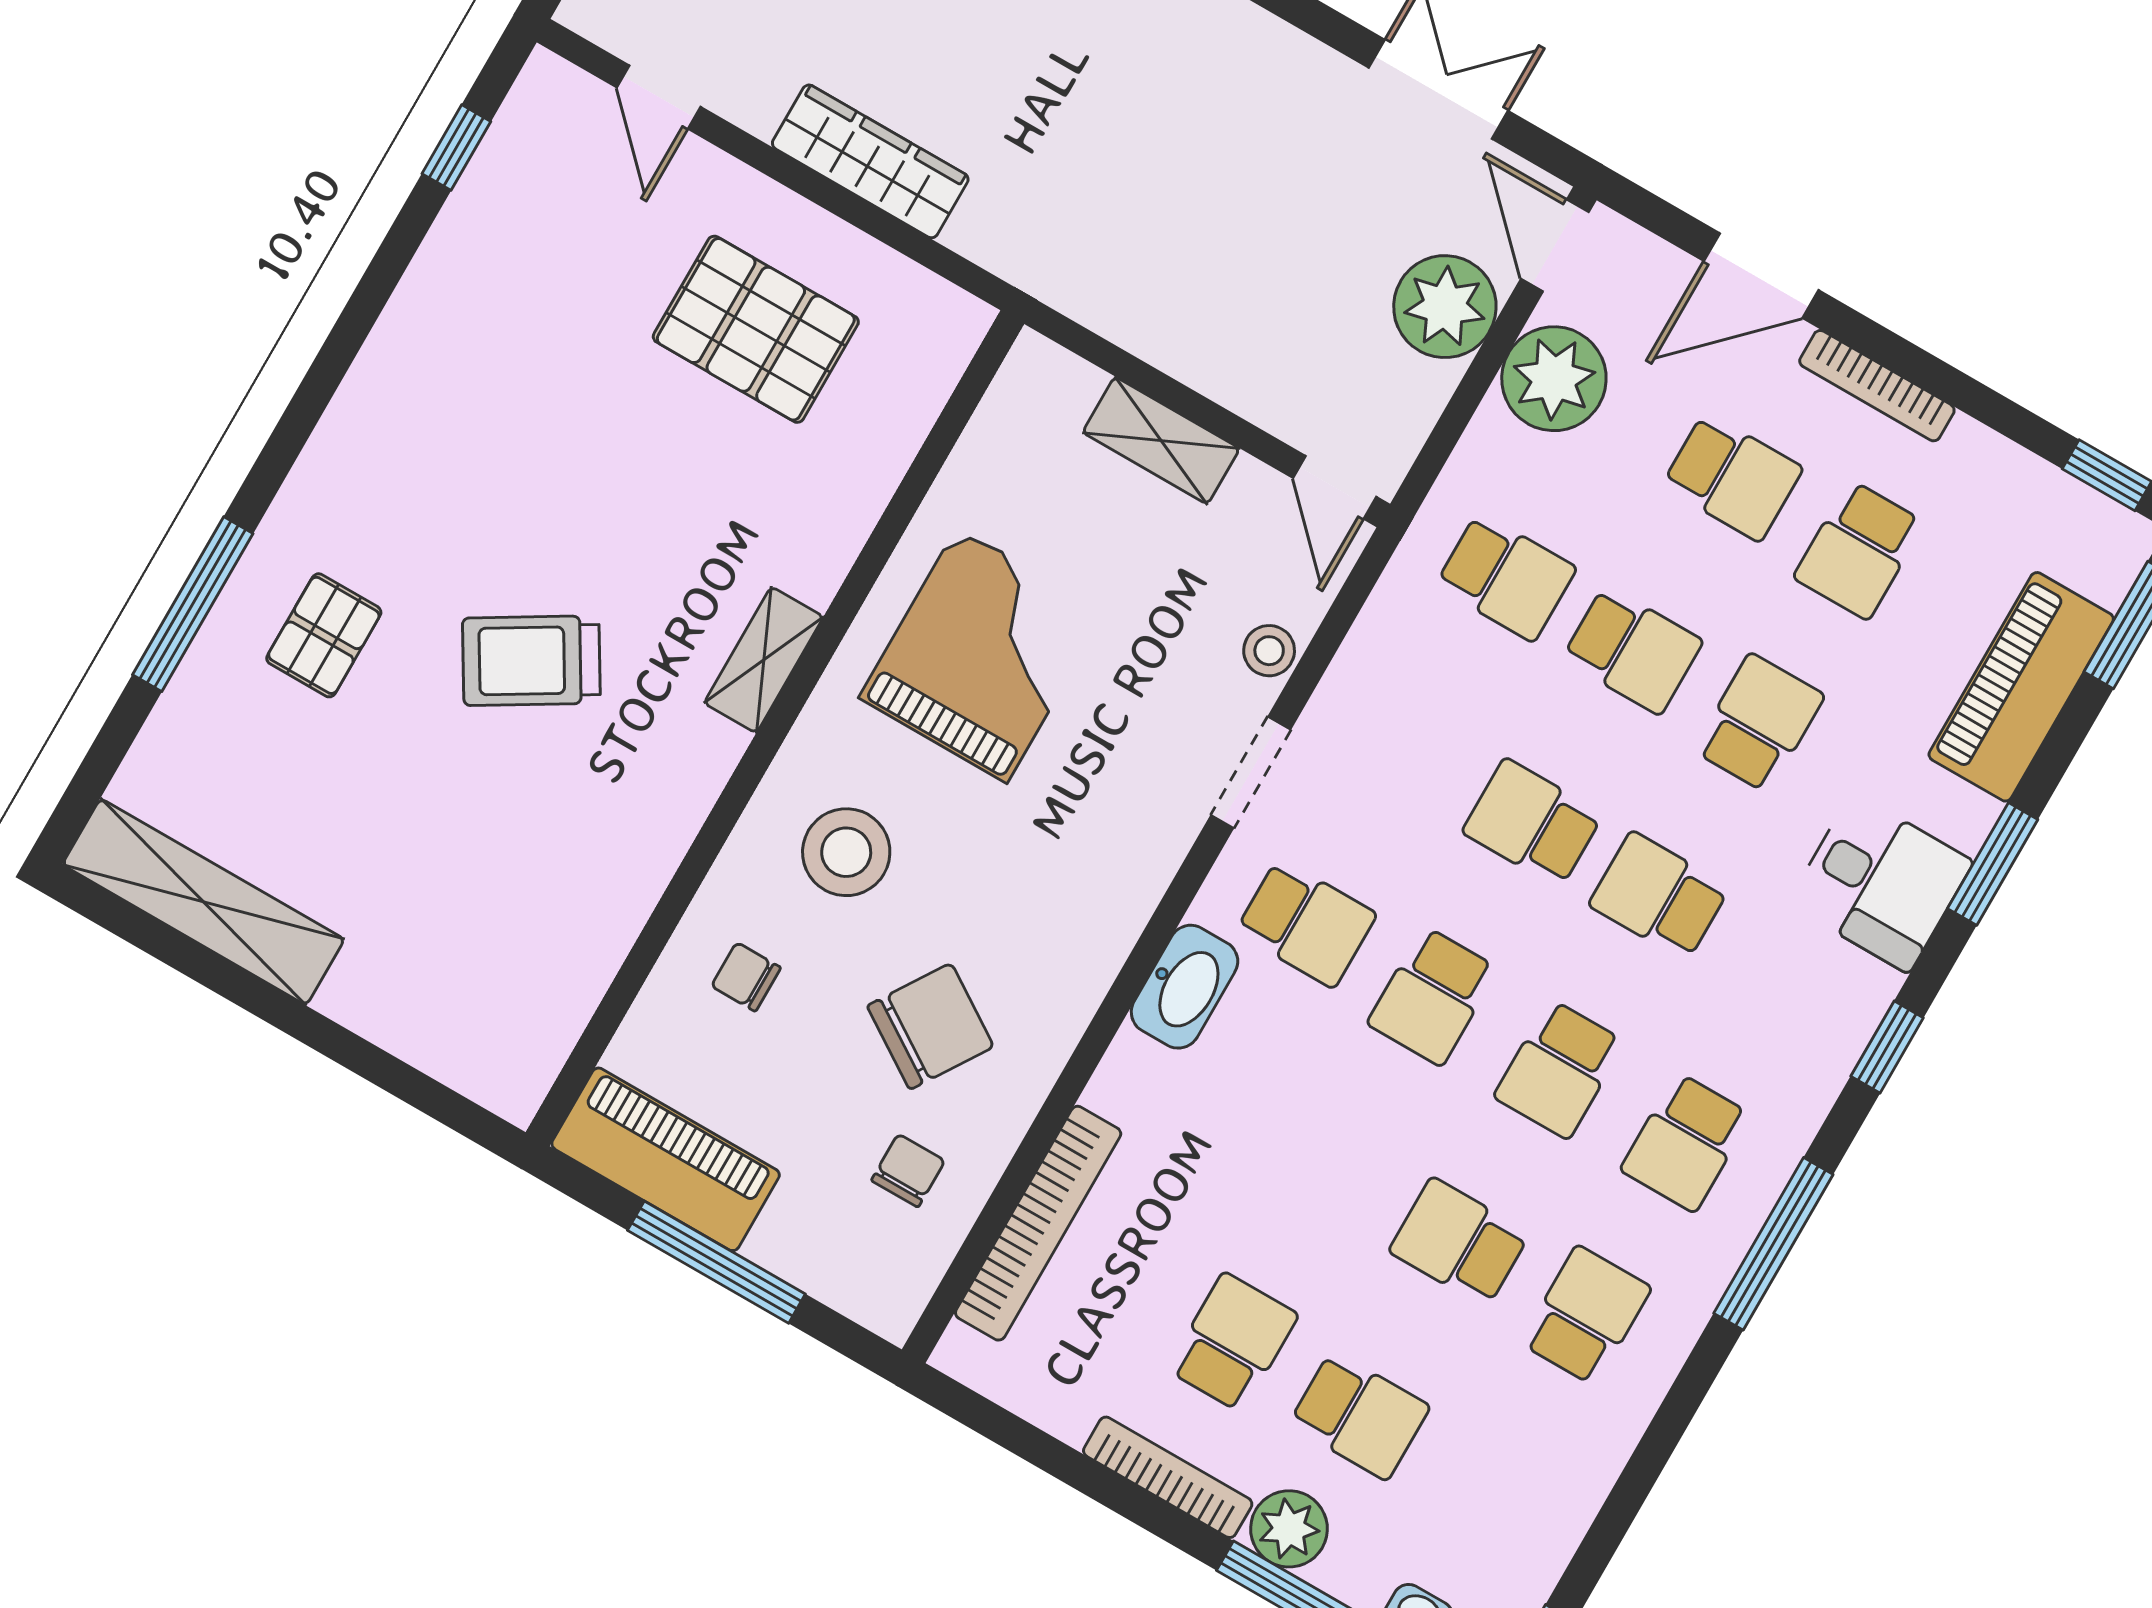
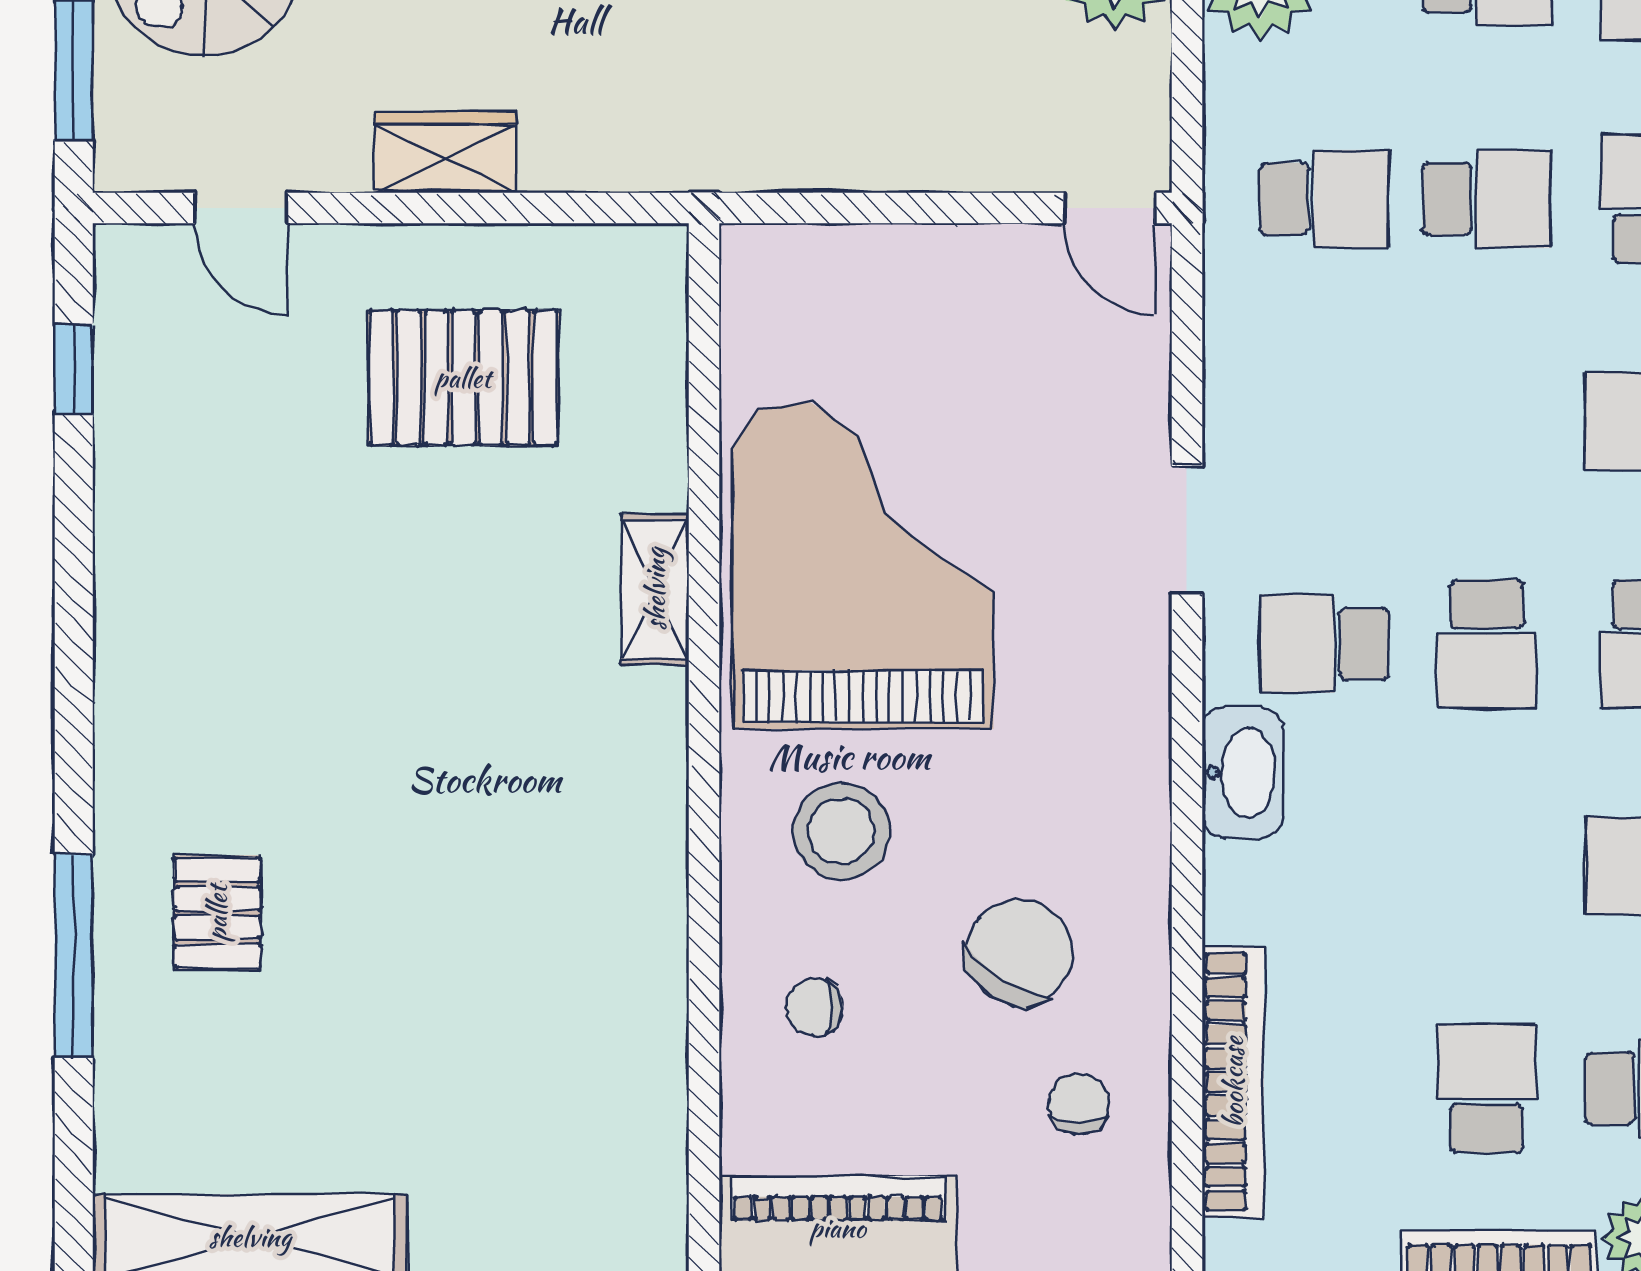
wardrobe: (870, 161) -> (445, 152), width x0.67
shelving: (1161, 440) -> (916, 259), removed
stool: (1269, 651) -> (1137, 402), removed
grand piano: (982, 655) -> (863, 566), width x1.37, depth x1.48
shelving: (764, 660) -> (655, 589), moved
trolley: (531, 661) -> (432, 822), removed
school desk: (1533, 823) -> (1487, 421), removed
school desk: (1306, 923) -> (1324, 644), turned 180

